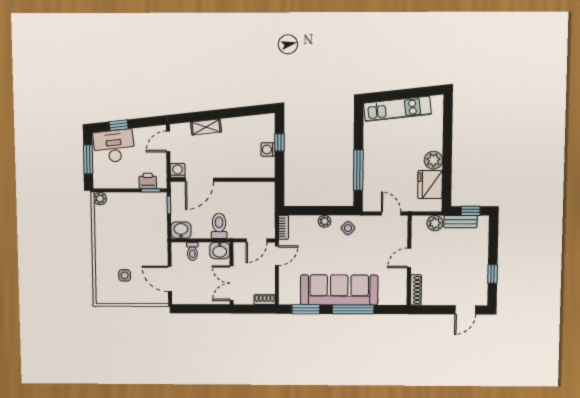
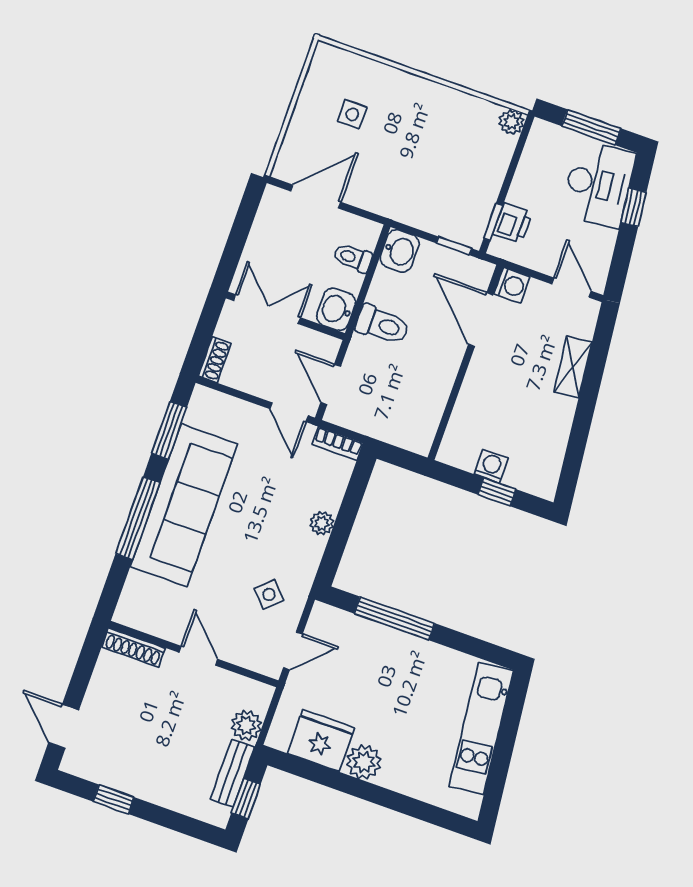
side table: (348, 228) -> (269, 594), moved

